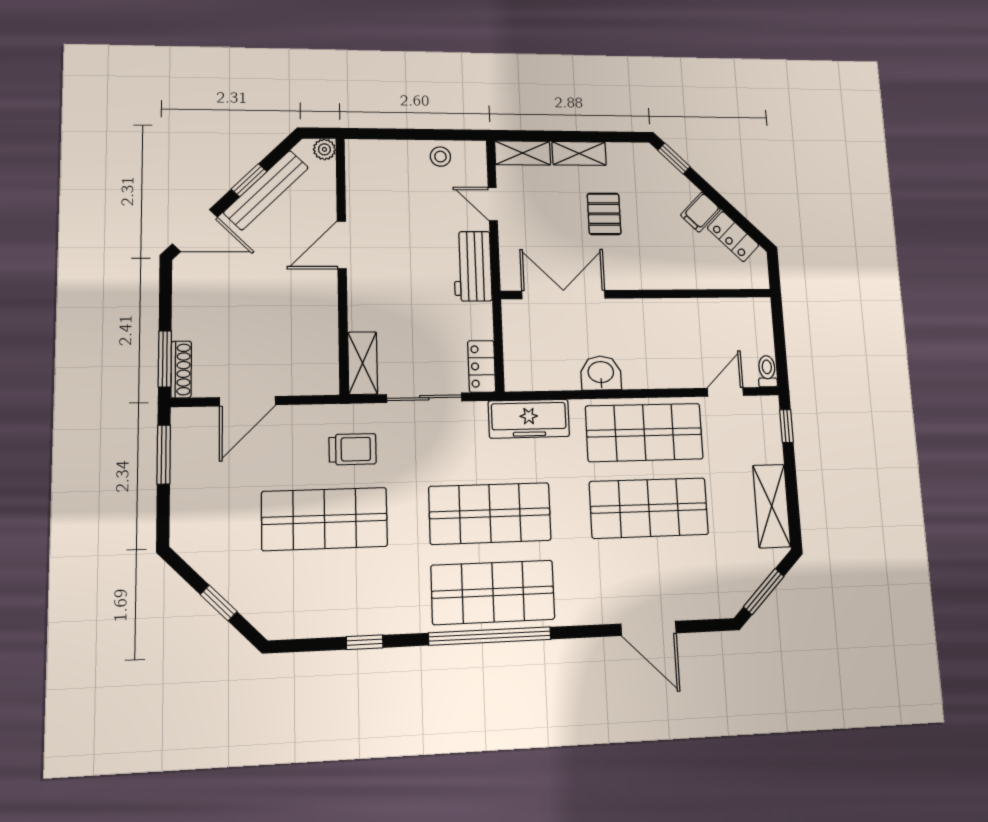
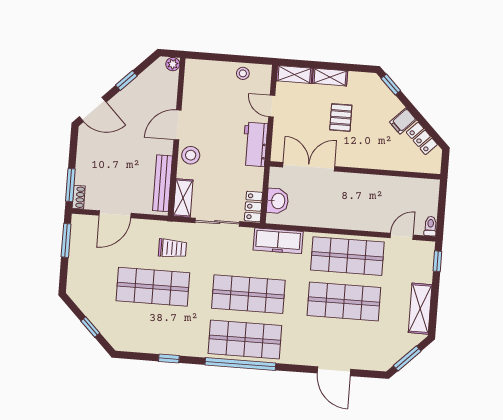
bench: (266, 190) -> (162, 183), moved, turned -45
stool: (368, 292) -> (191, 155), added
shoe rack: (181, 369) -> (79, 197), width x0.70
washbasin: (601, 373) -> (278, 201), moved, turned 90

